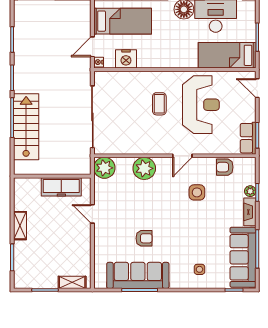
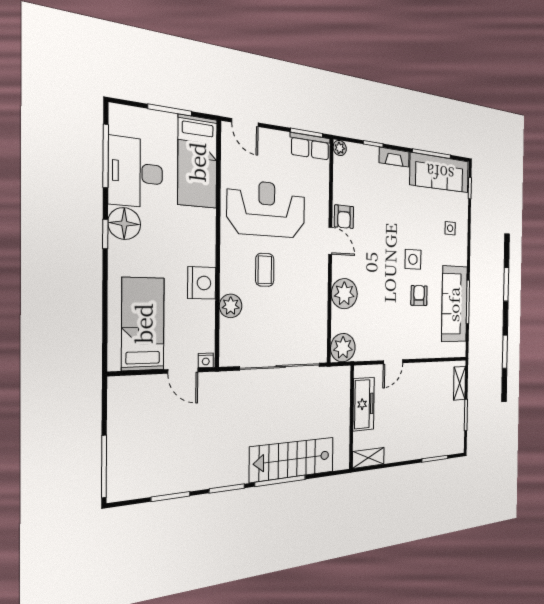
nightstand: (126, 59) -> (202, 283), moved
plant: (134, 79) -> (231, 306), added
door: (257, 88) -> (245, 122), hinge flipped
coffee table: (159, 104) -> (265, 270), turned 90
armchair: (225, 167) -> (344, 217), moved
plant: (250, 191) -> (340, 148), moved
side table: (197, 192) -> (413, 259), moved
shelving: (20, 226) -> (368, 458), moved

